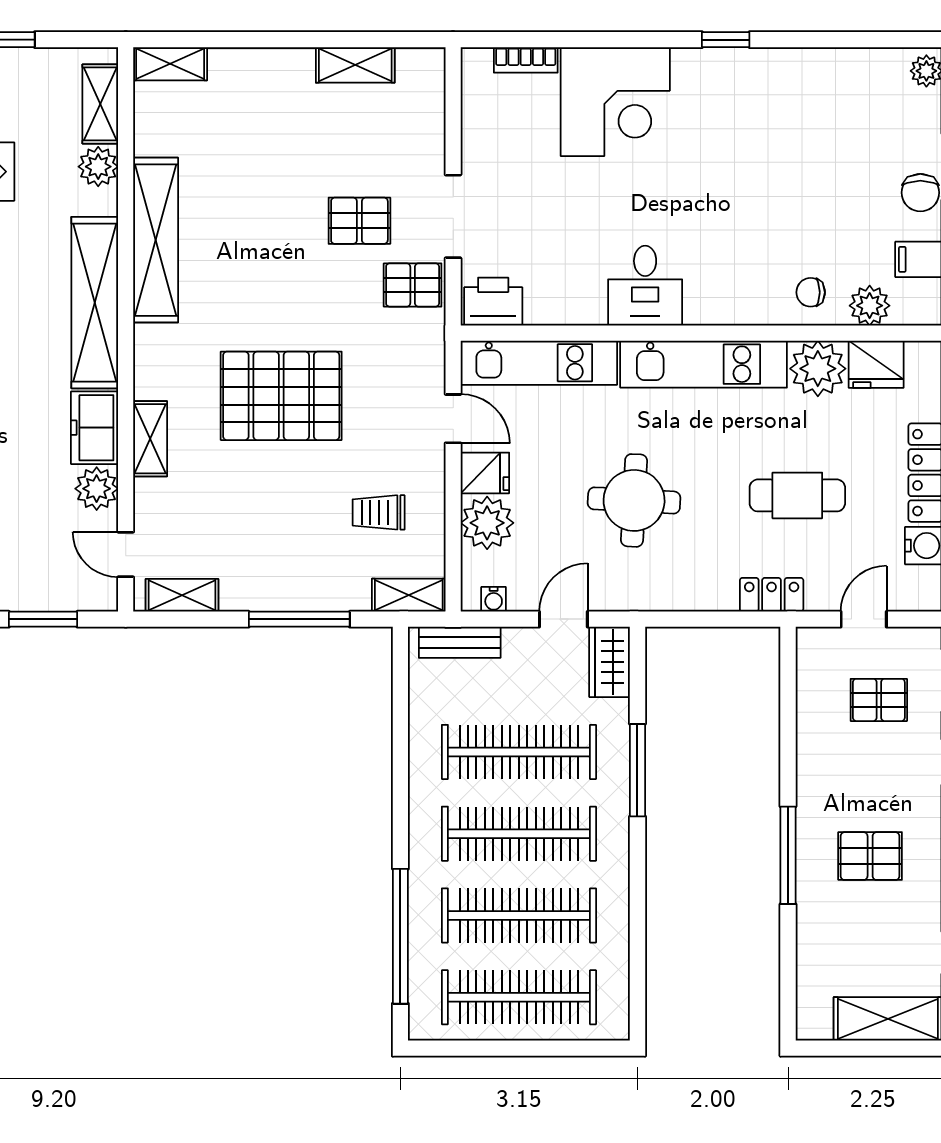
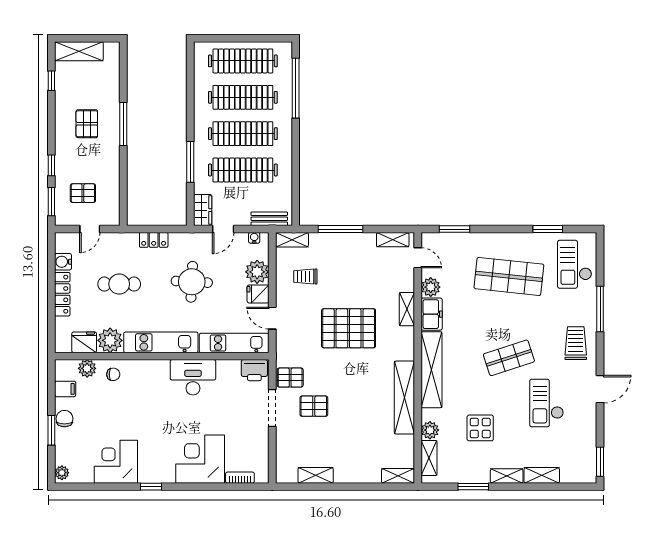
corner desk: (805, 96) -> (116, 462), added
desk: (645, 286) -> (193, 377), width x1.37
trolley: (379, 512) -> (305, 276), turned 180
locker: (772, 595) -> (154, 240), moved
pallet: (870, 856) -> (87, 124), turned 90

